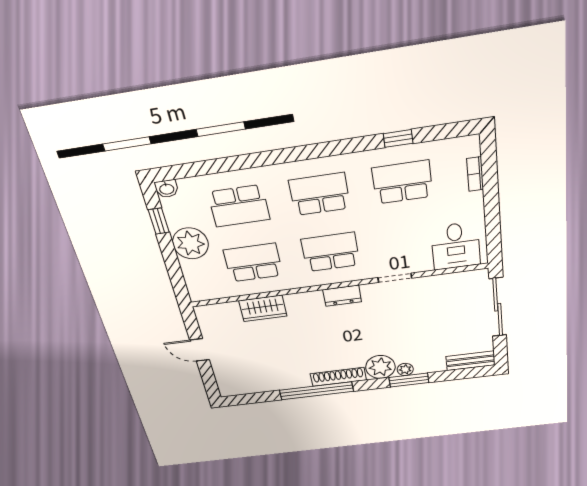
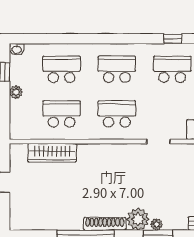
school desk: (239, 206) -> (62, 69), turned 180
plant: (190, 243) -> (16, 92), width x0.53, depth x0.53
dresser: (342, 296) -> (119, 151), removed
wardrobe: (263, 308) -> (52, 153), width x1.50

